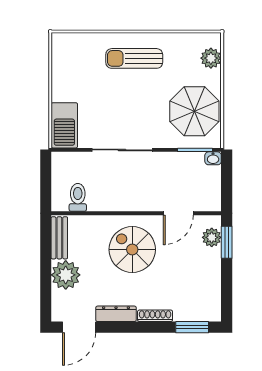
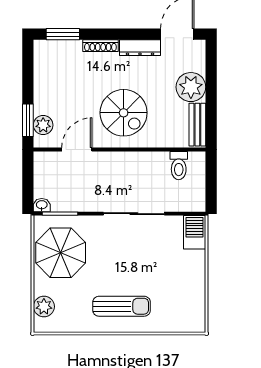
barbecue: (64, 125) -> (195, 232), width x0.73, depth x0.83

